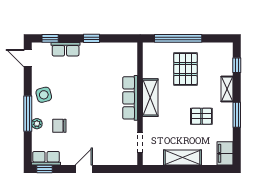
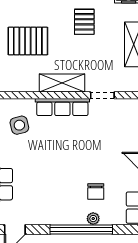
side table: (44, 95) -> (19, 125), moved
window: (28, 114) -> (81, 229), width x1.46
doorway: (140, 143) -> (102, 95), moved

